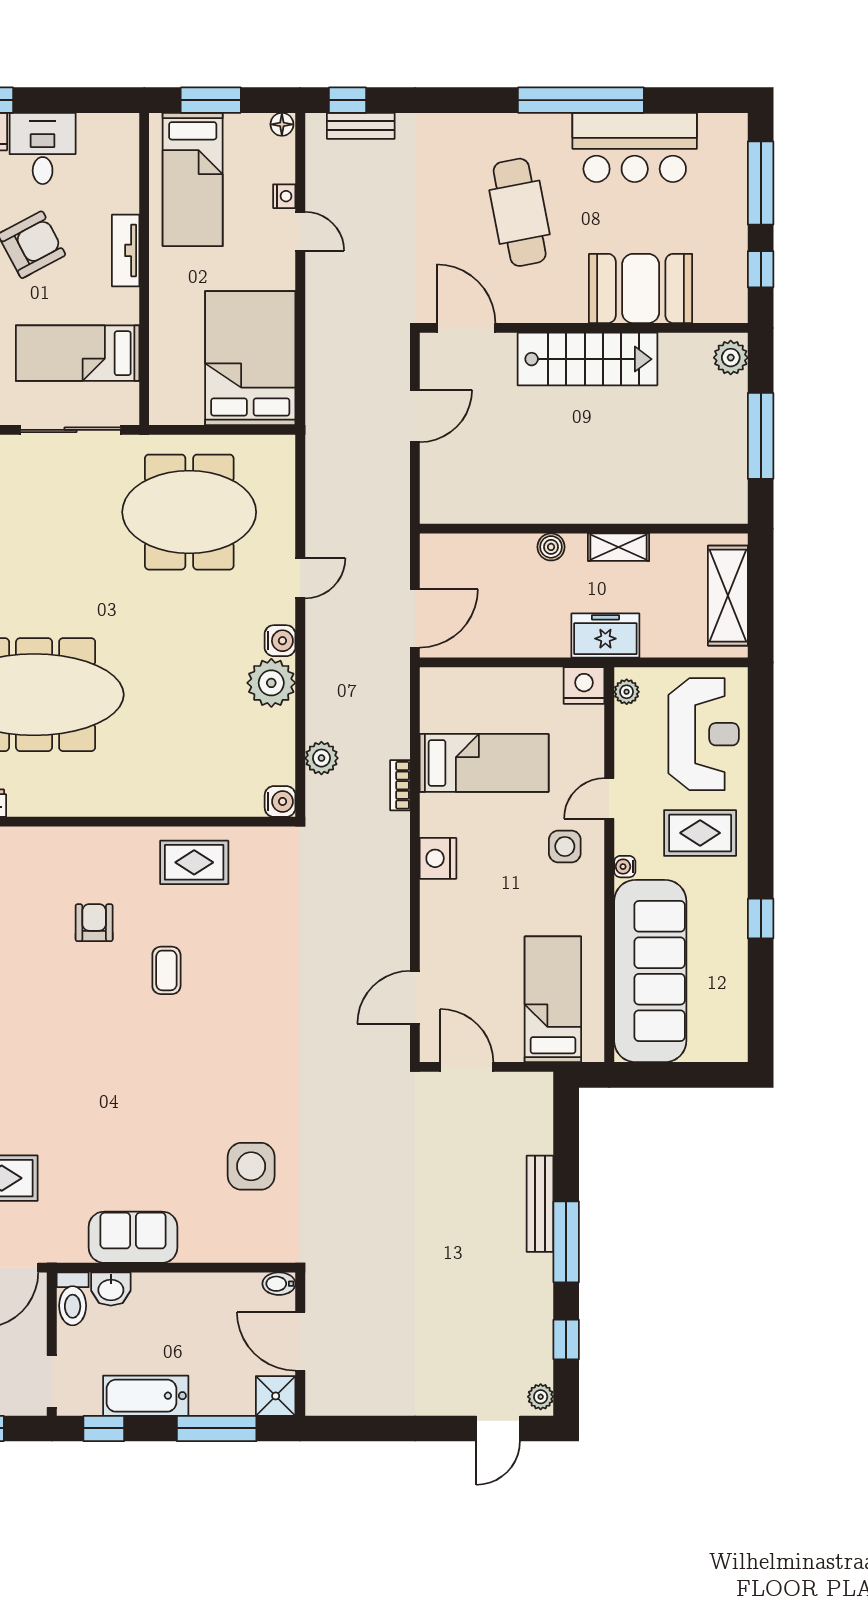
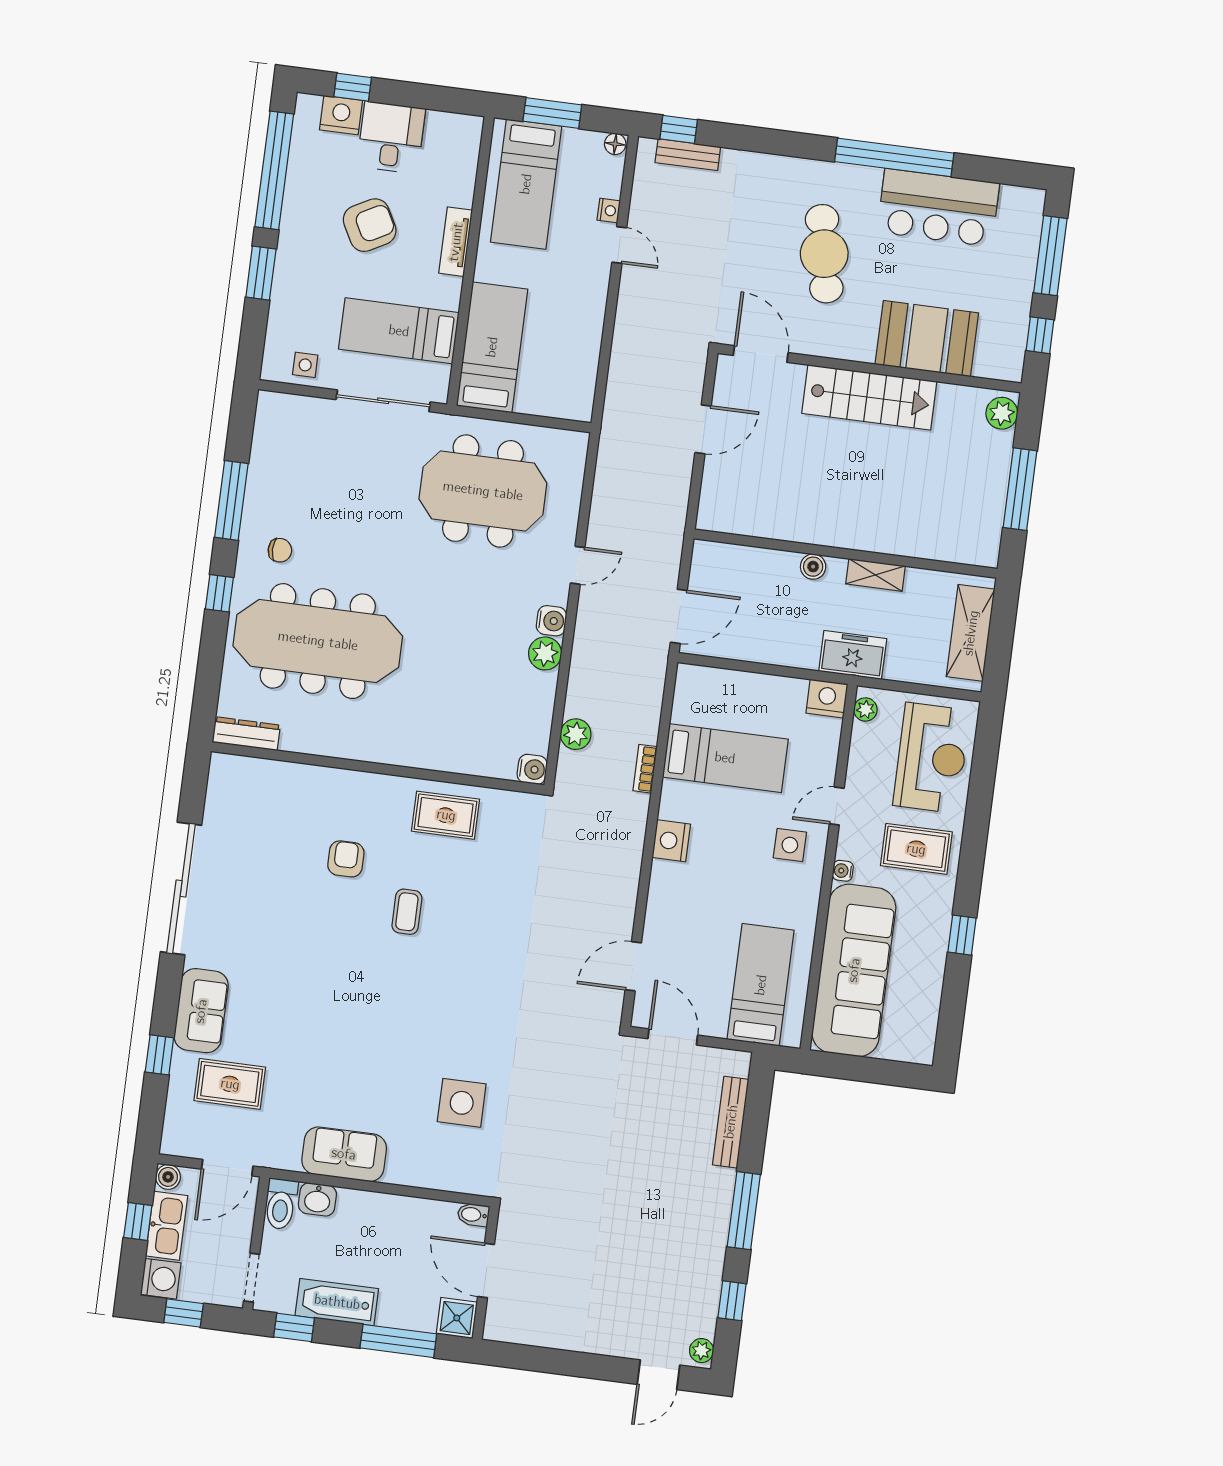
bed: (250, 358) -> (492, 347), moved, width x0.67
plant: (271, 683) -> (545, 653), width x0.73, depth x0.73
bench: (540, 1204) -> (731, 1122), moved

